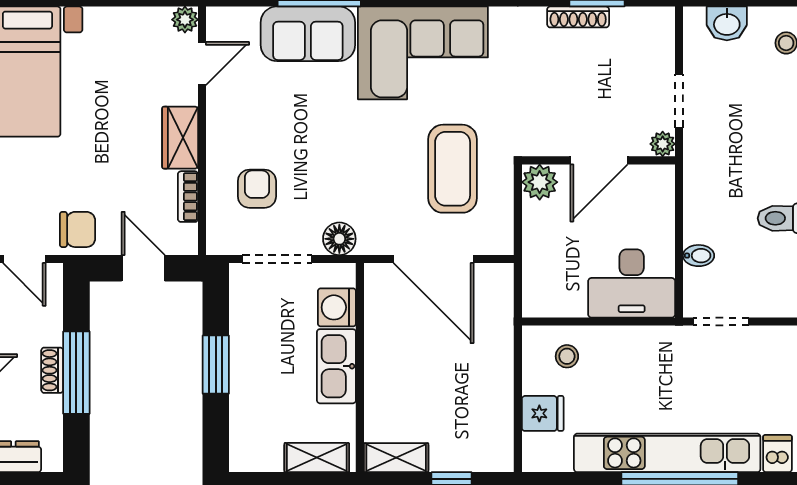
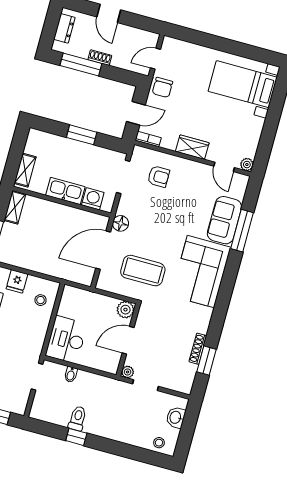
door: (599, 160) -> (128, 340), hinge flipped
bookcase: (188, 197) -> (148, 139), moved
floor lamp: (339, 239) -> (121, 223), moved
window: (76, 373) -> (81, 65), moved

